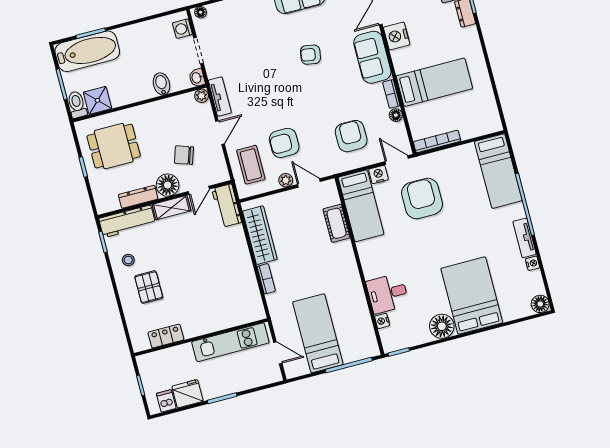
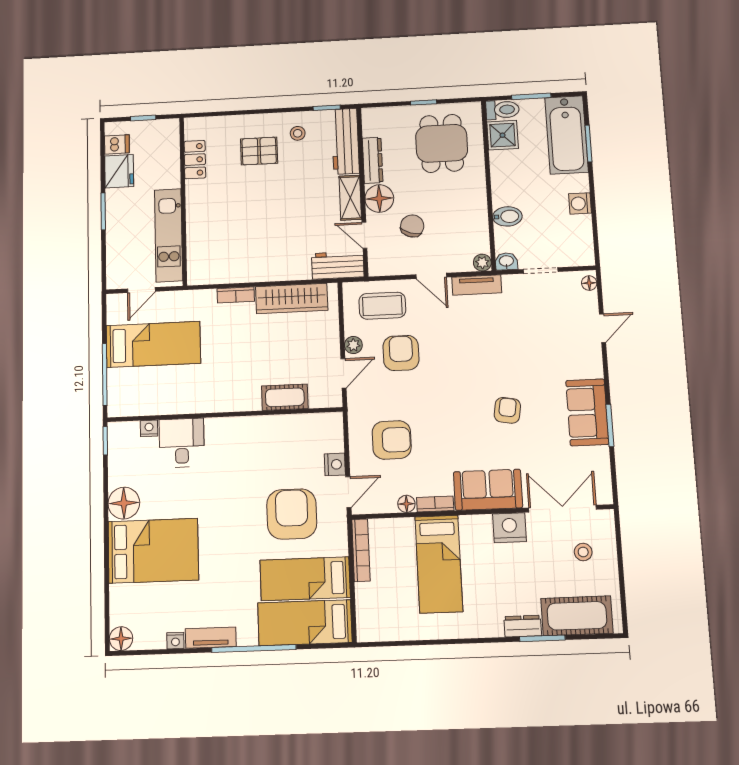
washing machine: (182, 29) -> (580, 203), moved, turned -90
armchair: (422, 198) -> (292, 514), turned -90
bed: (361, 206) -> (305, 579), moved

